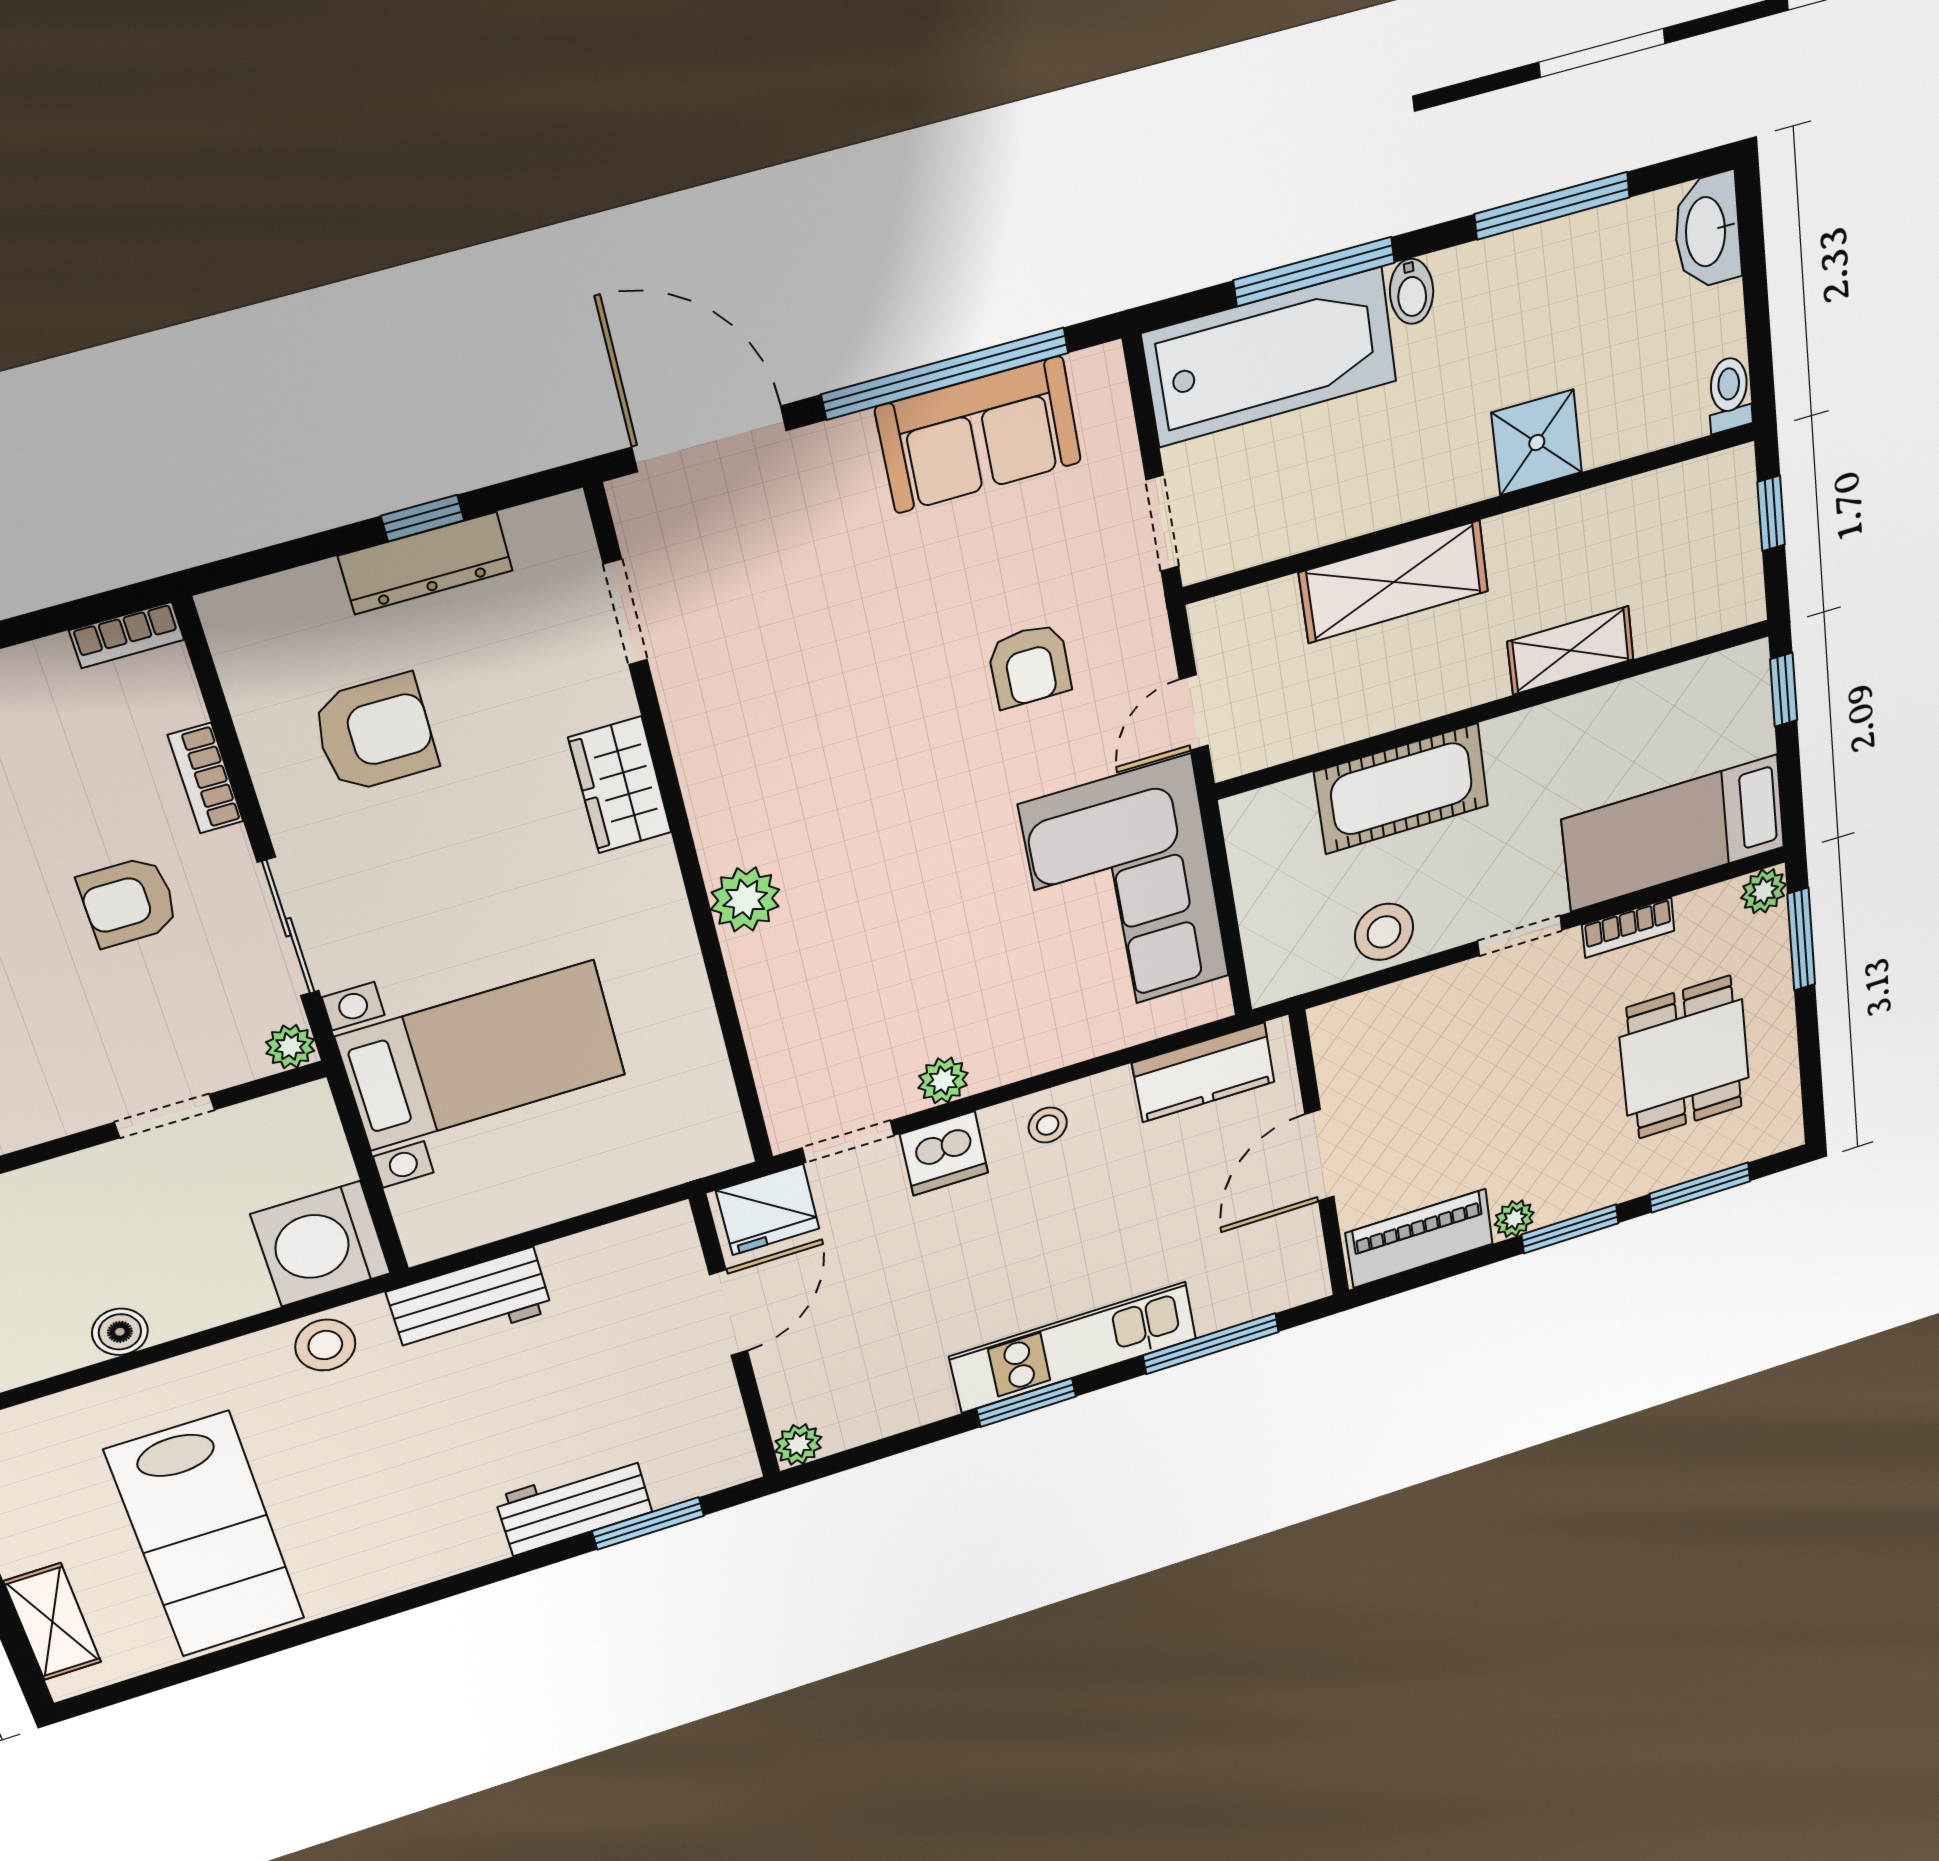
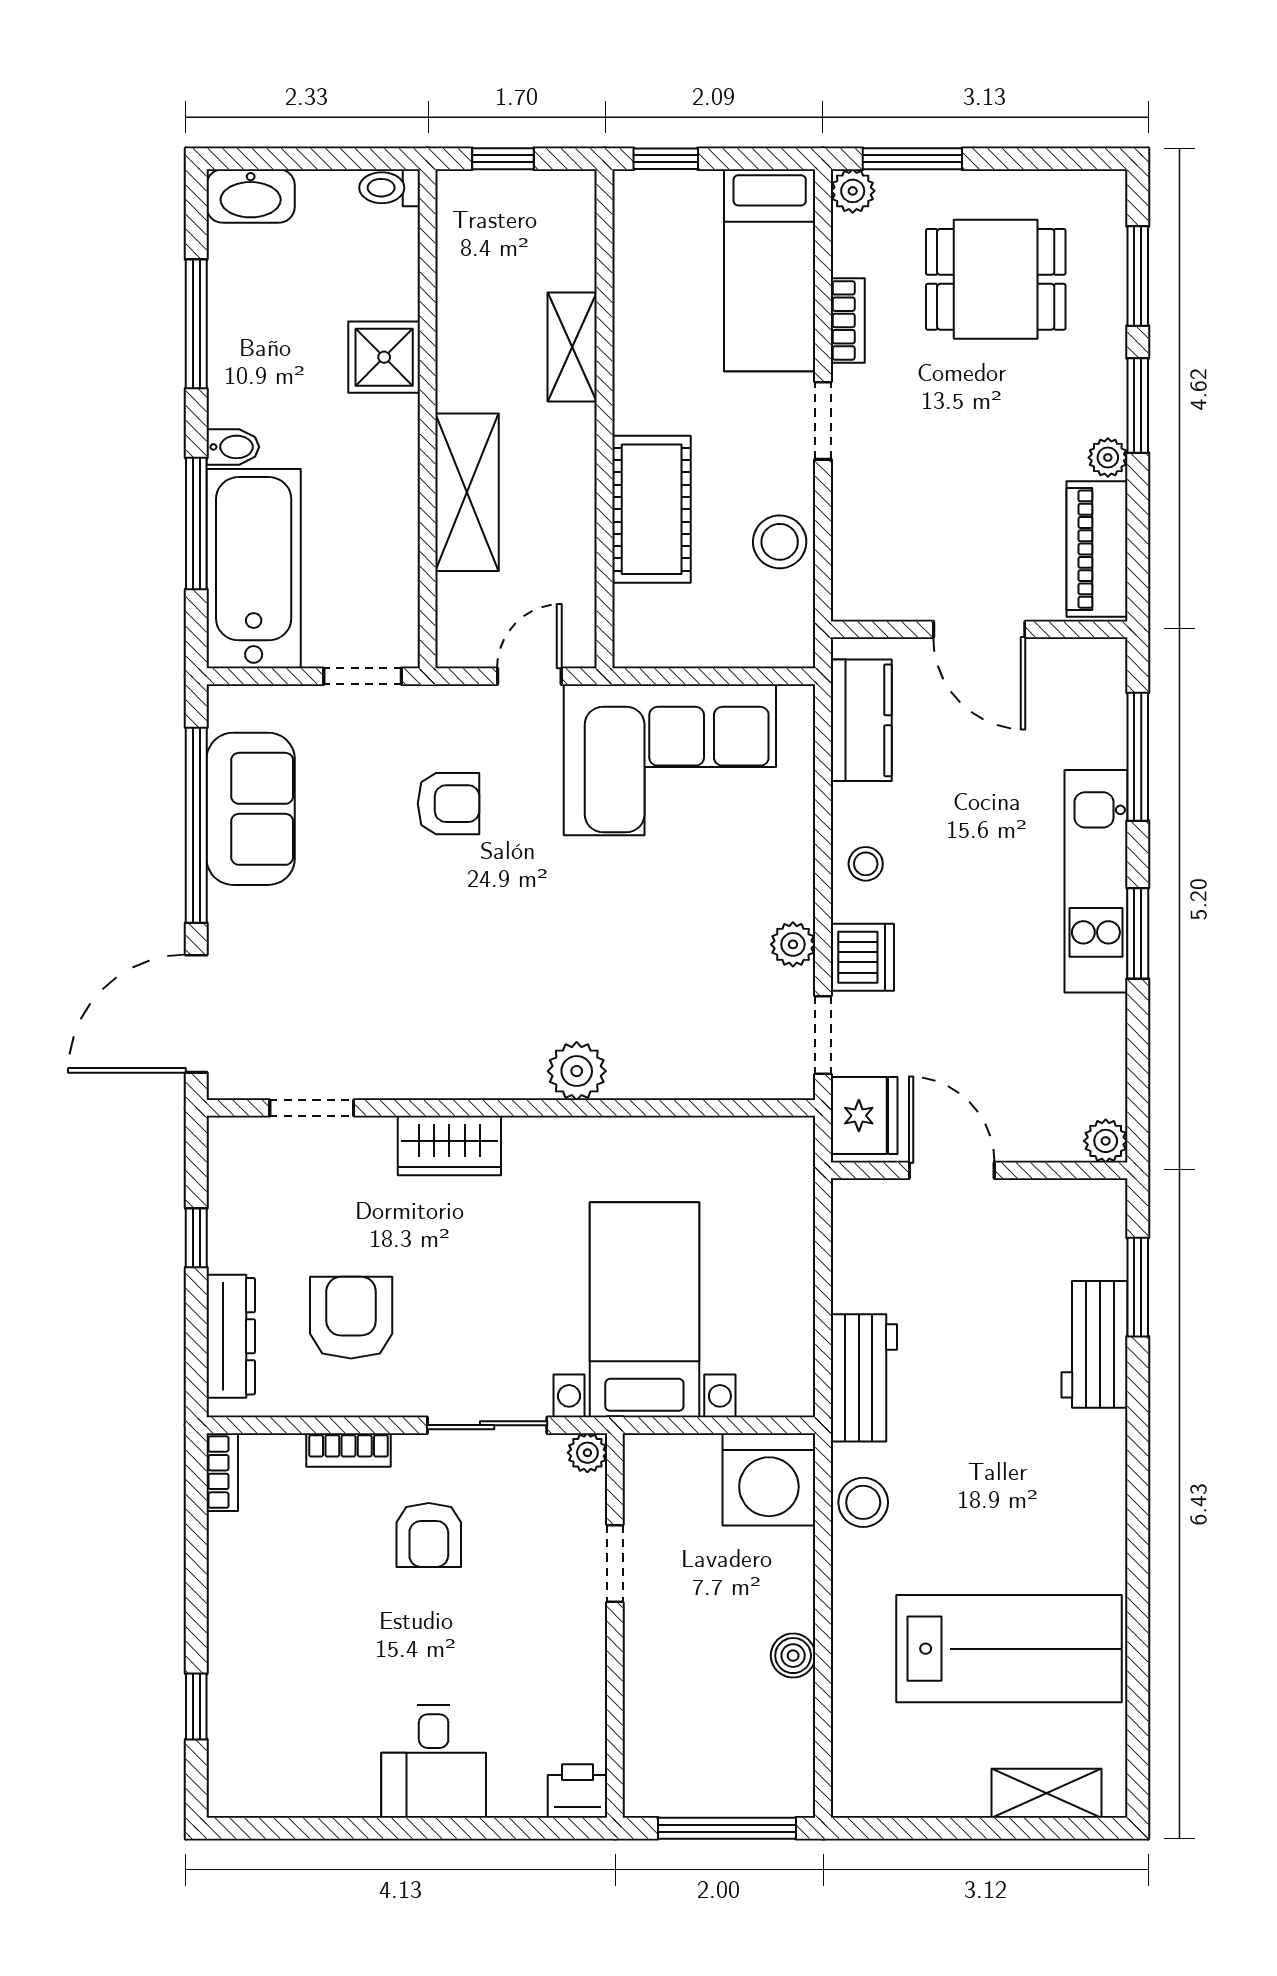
dresser: (426, 563) -> (231, 1336), moved
door: (1194, 713) -> (529, 676), swing flipped

